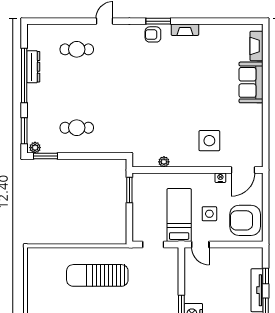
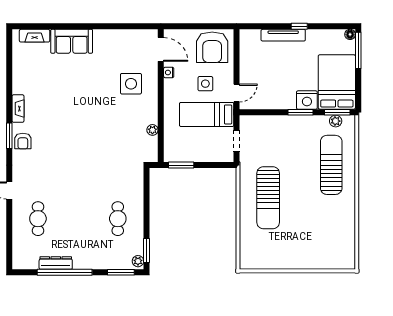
window: (266, 276) -> (269, 26), removed

